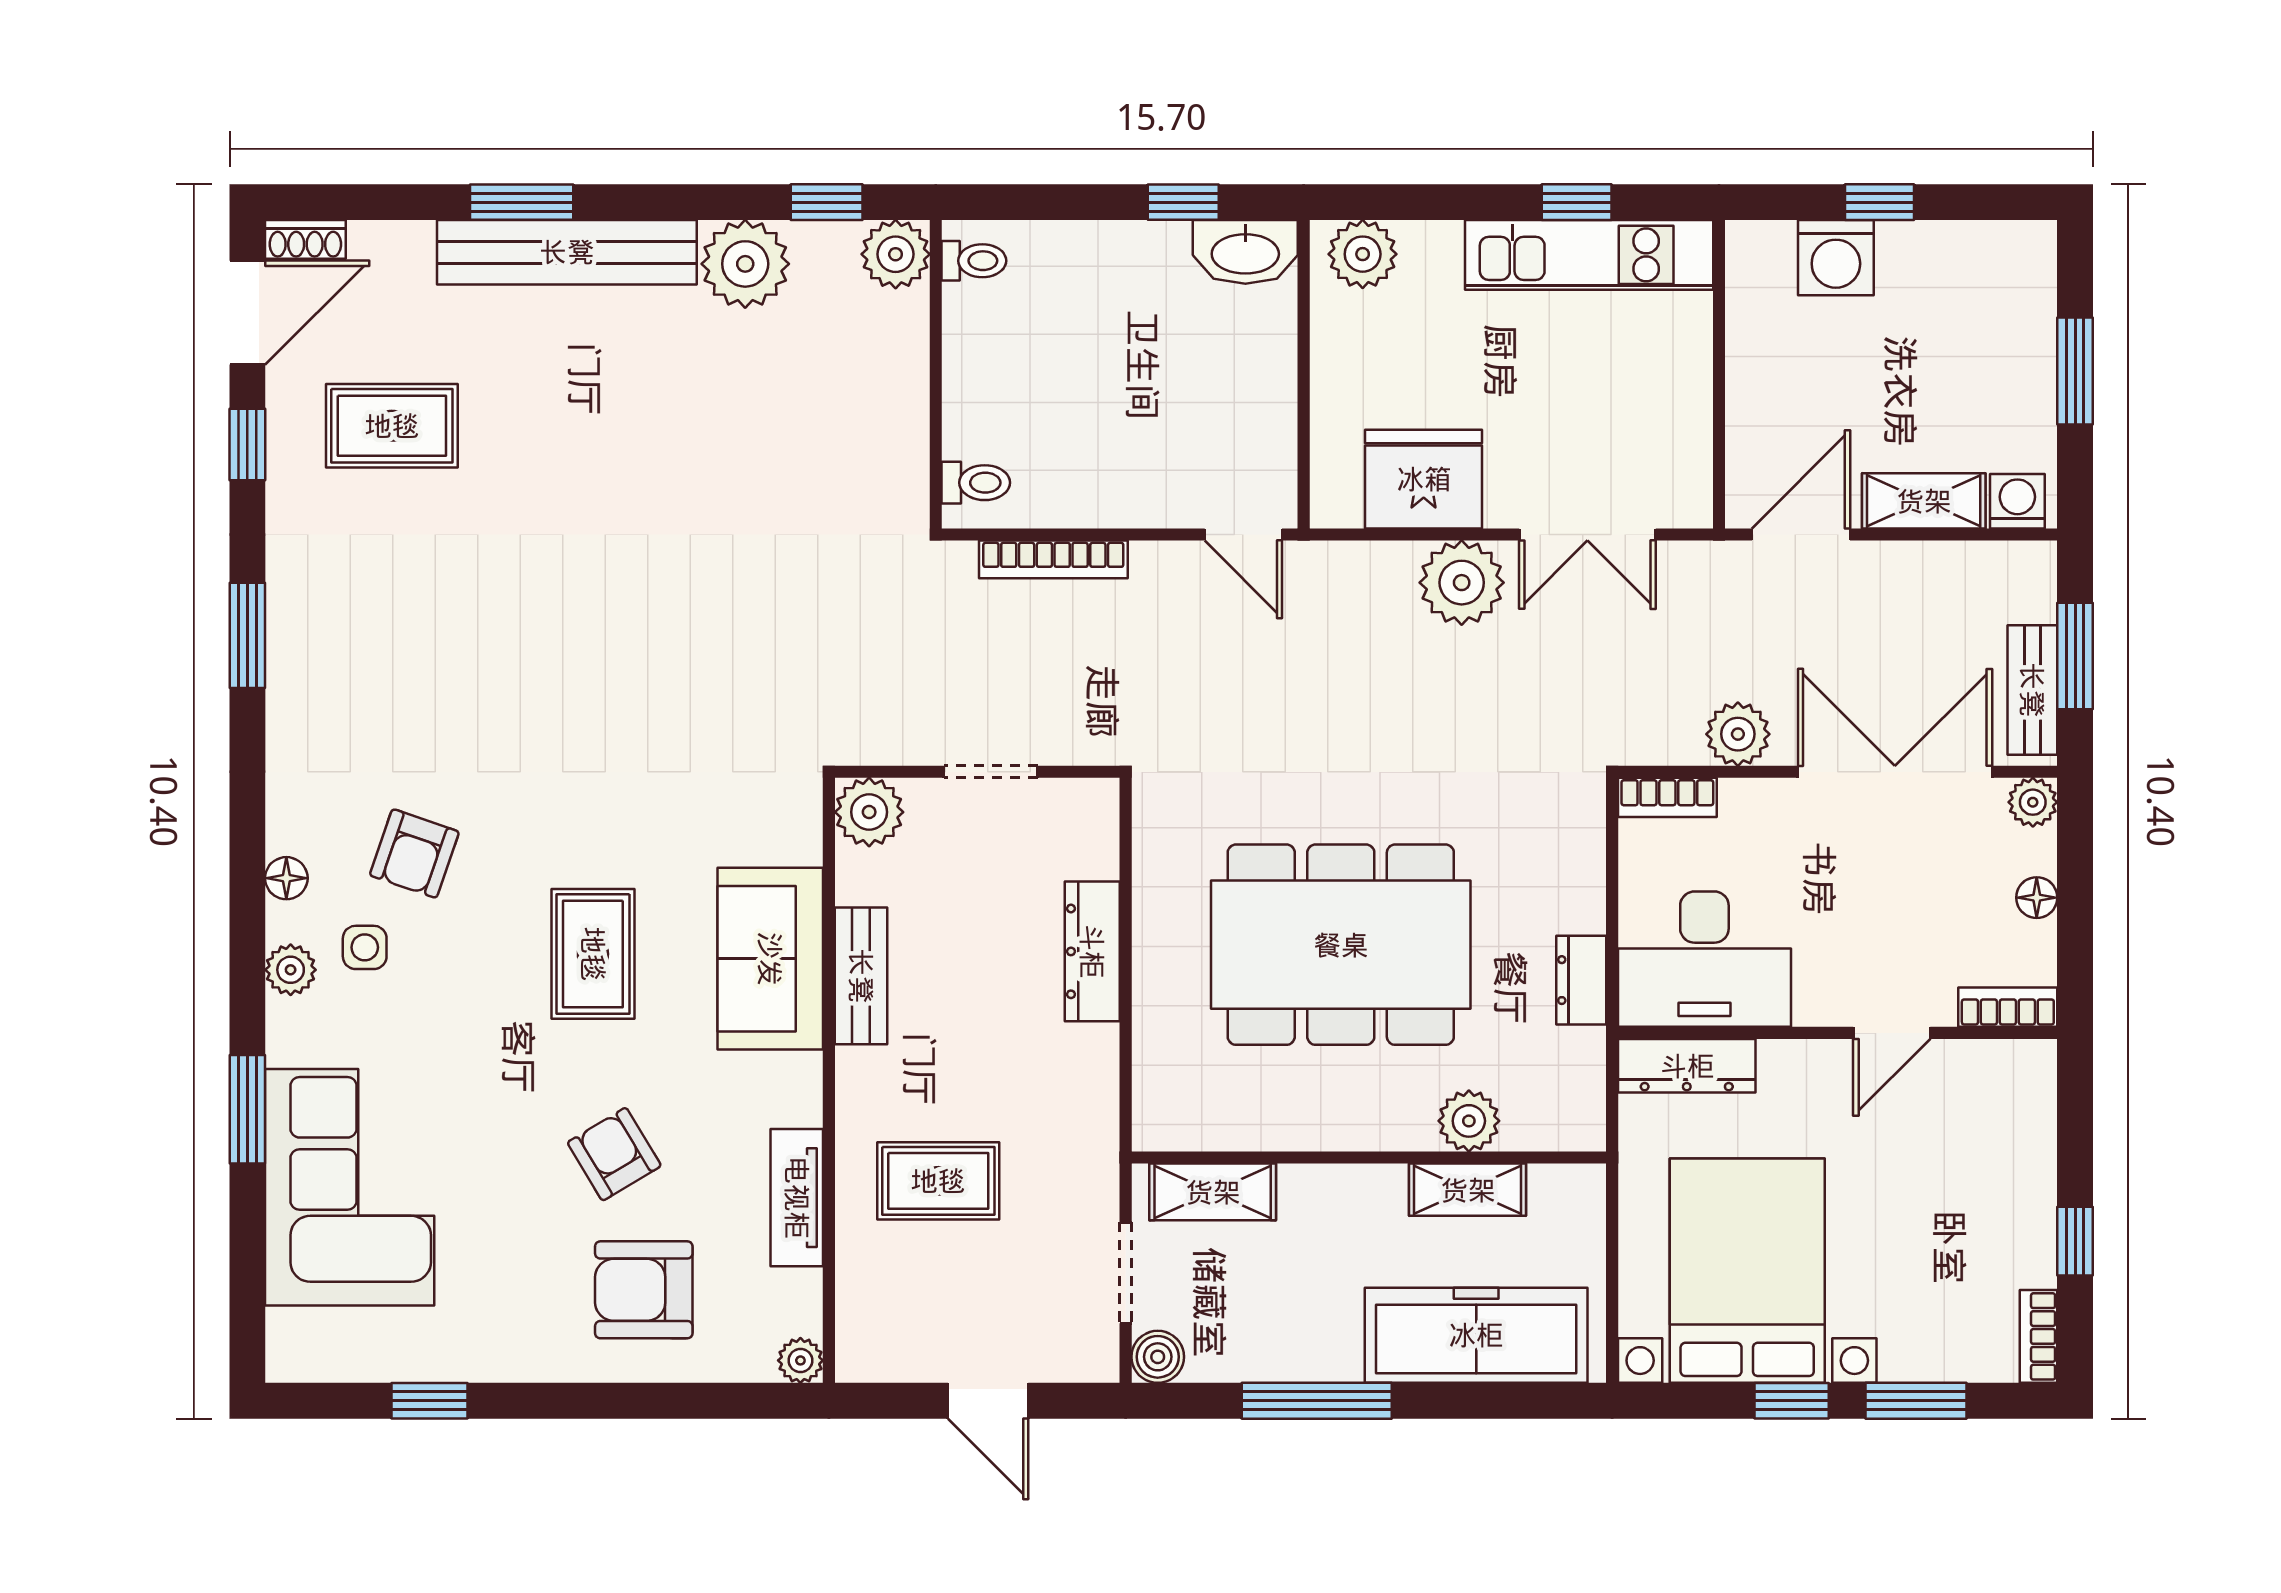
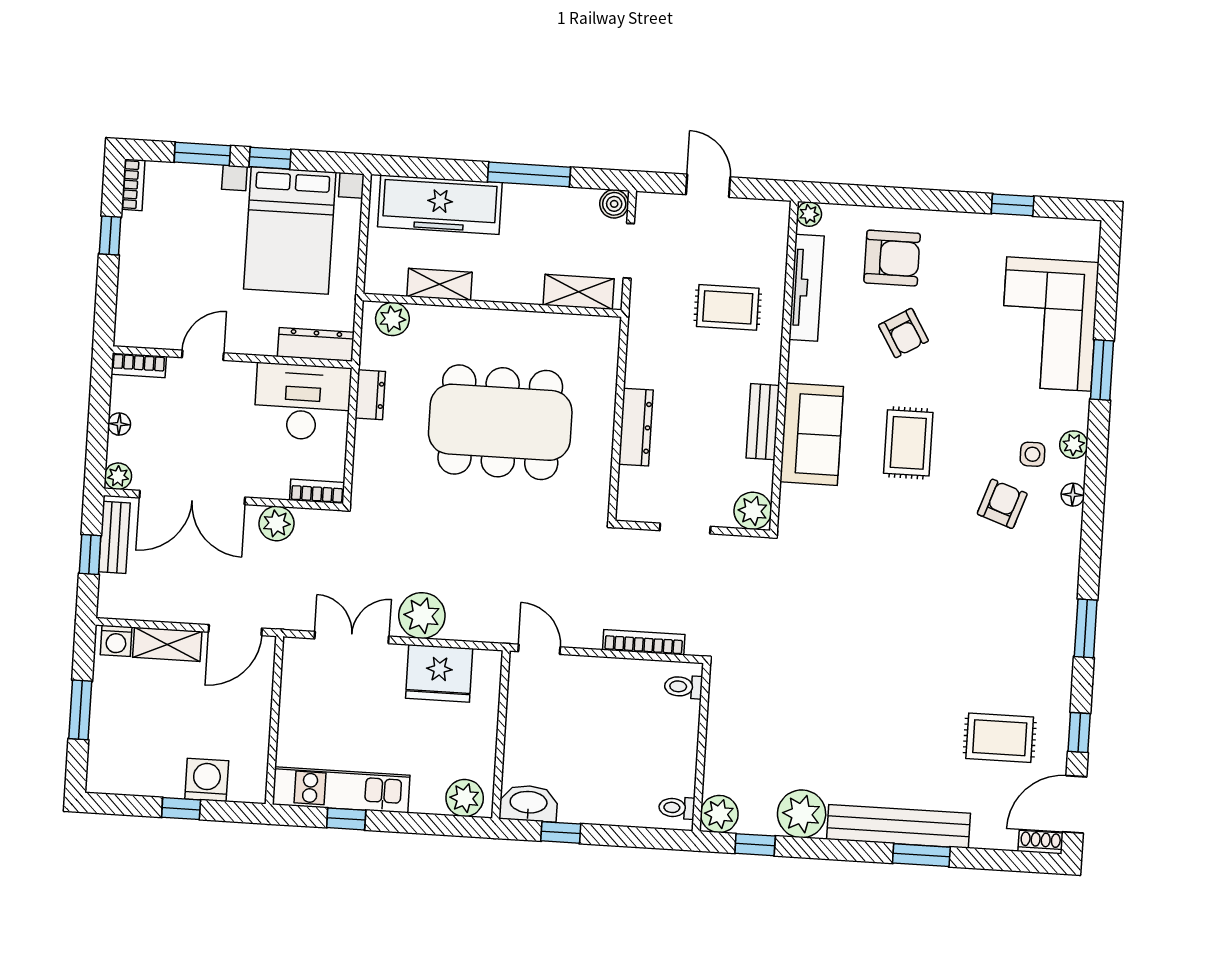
window: (2075, 656) -> (90, 554), width x0.67
plant: (1469, 1121) -> (392, 319), moved
tv unit: (797, 1198) -> (806, 288), width x1.41

